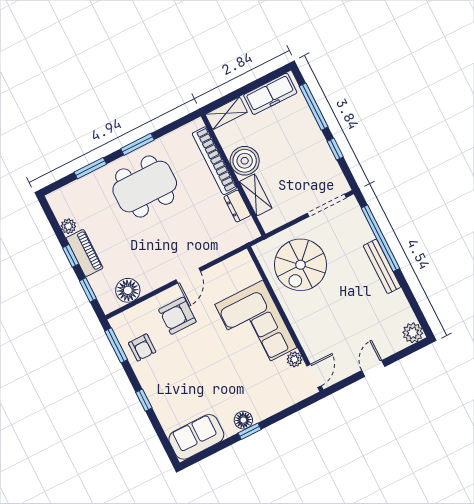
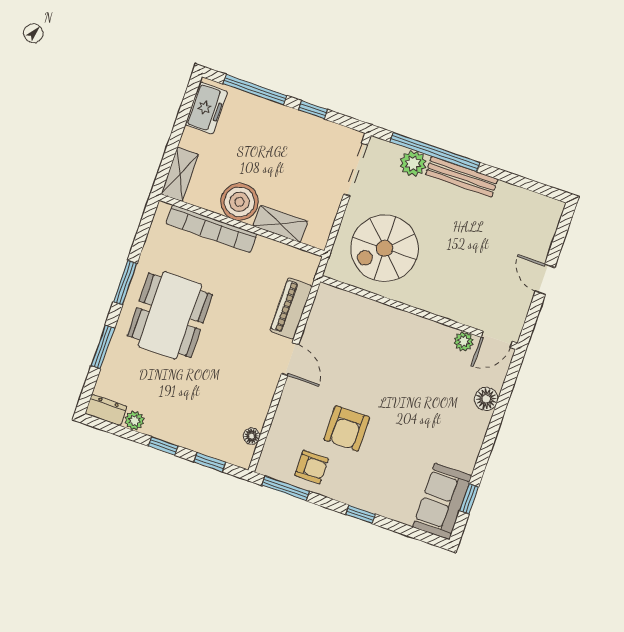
freezer: (270, 94) -> (206, 108), width x0.71
dresser: (237, 206) -> (106, 410), moved, turned 180
piano: (85, 253) -> (291, 308), moved, turned -90
spiral stairs: (301, 265) -> (385, 248), turned 90
floor lamp: (128, 290) -> (252, 436), width x0.53, depth x0.53
armchair: (177, 316) -> (347, 428), moved
corner sofa: (256, 326) -> (398, 345), removed
plant: (413, 333) -> (413, 163), moved
door: (314, 376) -> (497, 339), swing flipped
floor lamp: (243, 420) -> (486, 399), moved
window: (250, 431) -> (469, 499), moved

